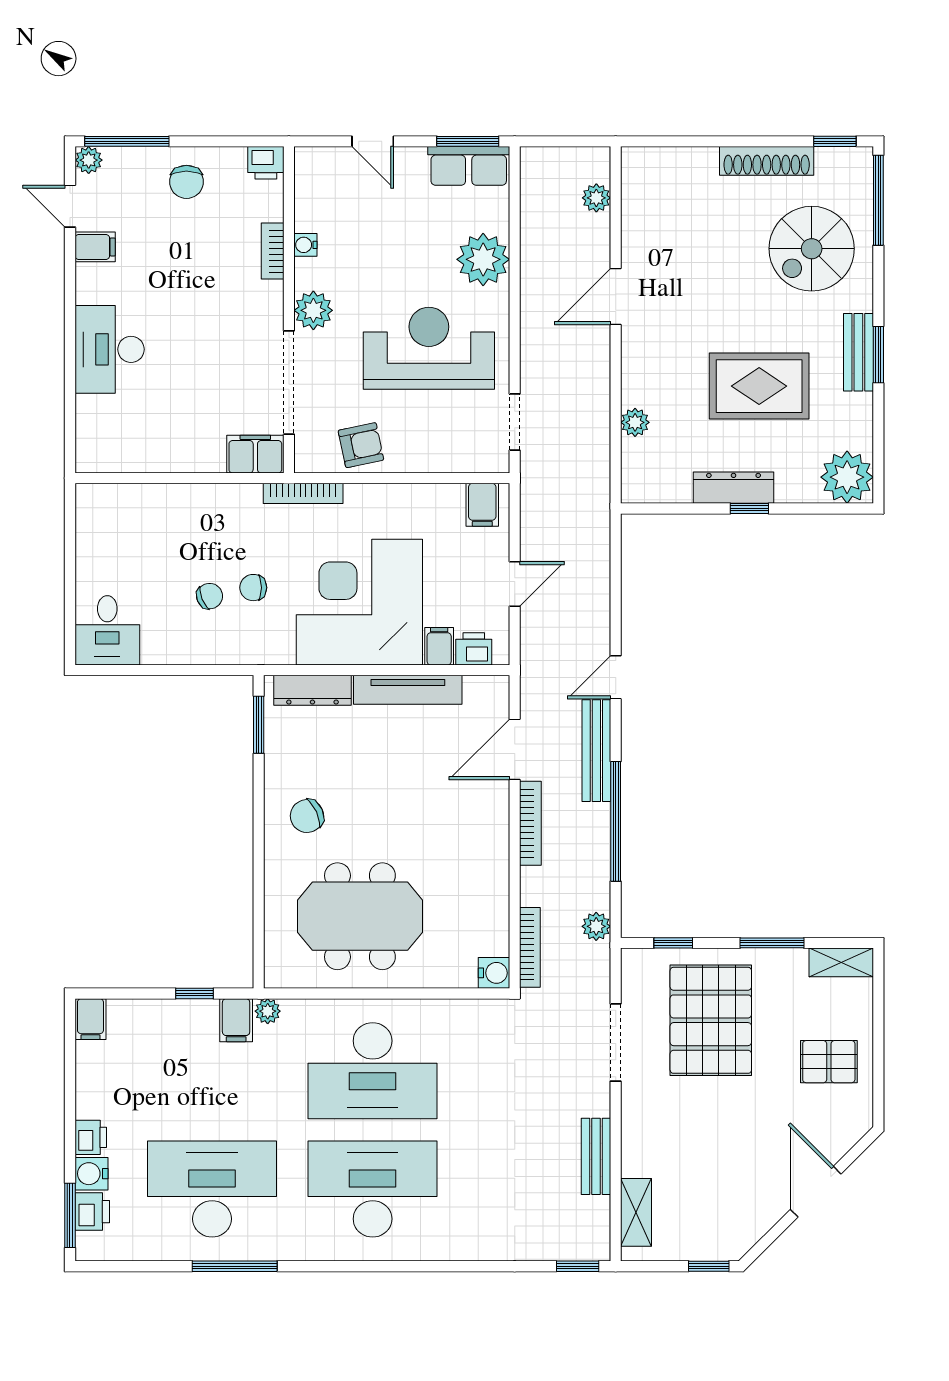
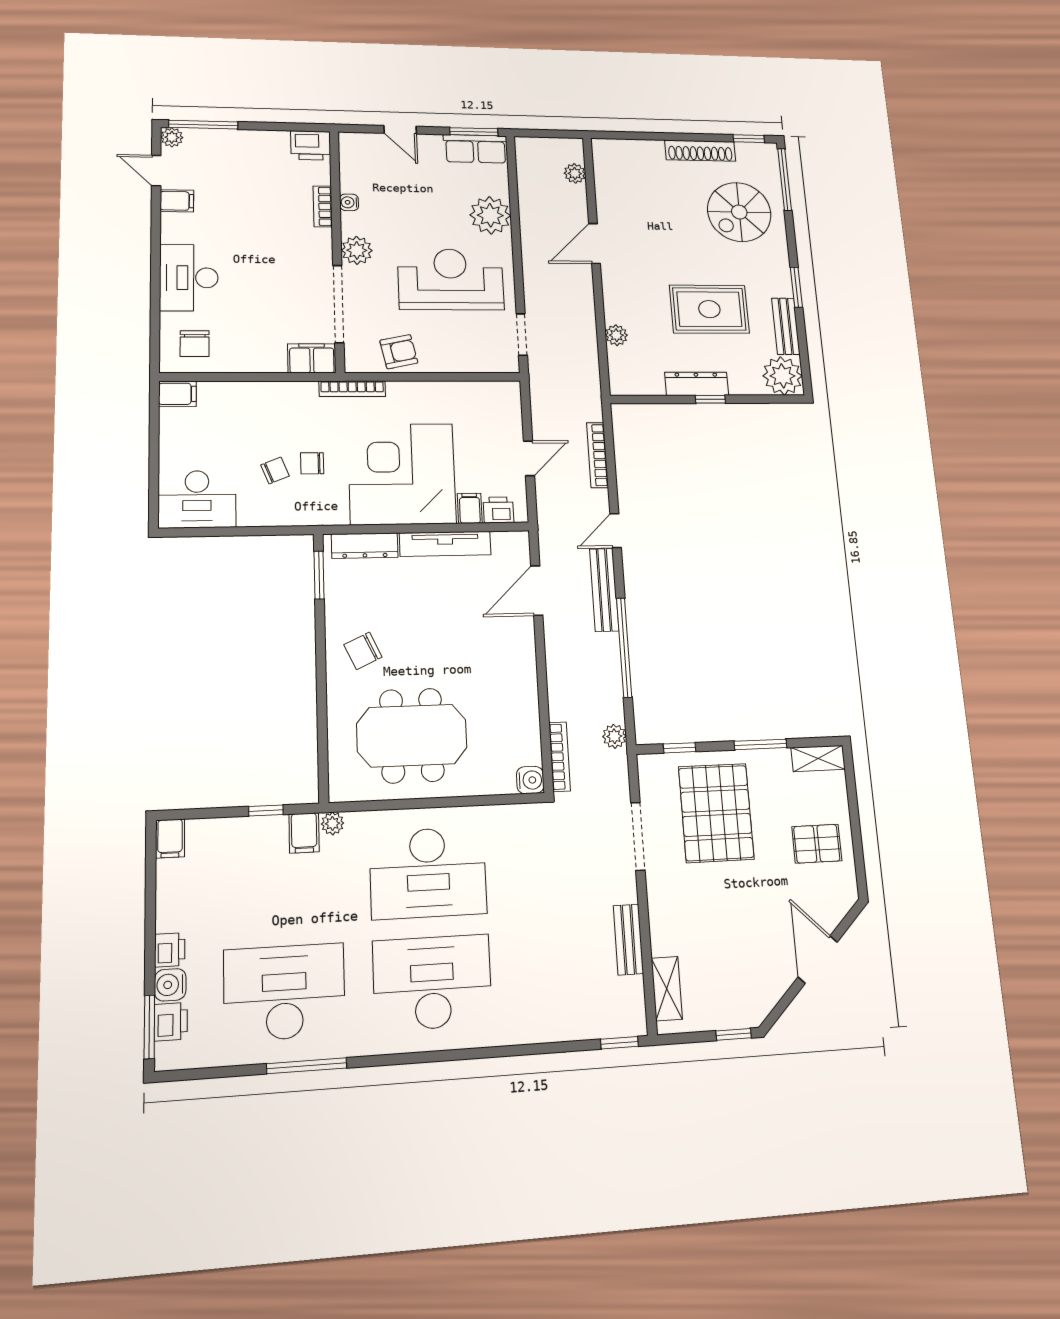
printer: (266, 163) -> (311, 145), width x1.36, depth x1.24
chair: (186, 182) -> (195, 344), moved
bench: (858, 352) -> (786, 326), moved
filing cabinet: (482, 505) -> (177, 394), moved, turned -90
desk: (107, 630) -> (197, 499), width x1.37
bookcase: (530, 823) -> (597, 455), moved, turned 180

